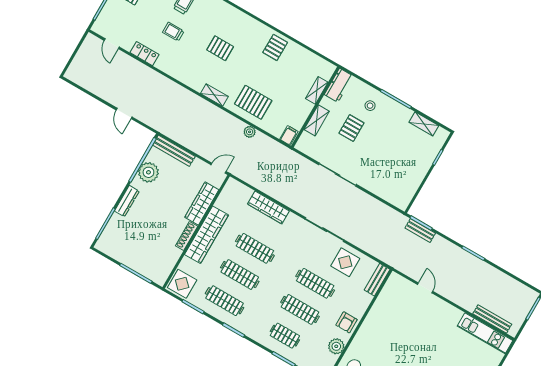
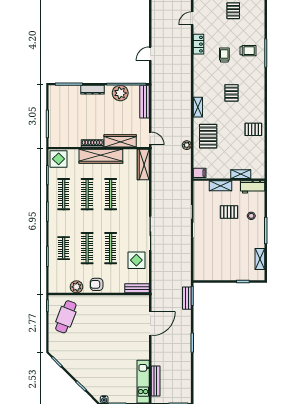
wardrobe: (268, 207) -> (143, 165), moved
door: (425, 288) -> (150, 324), width x1.88

